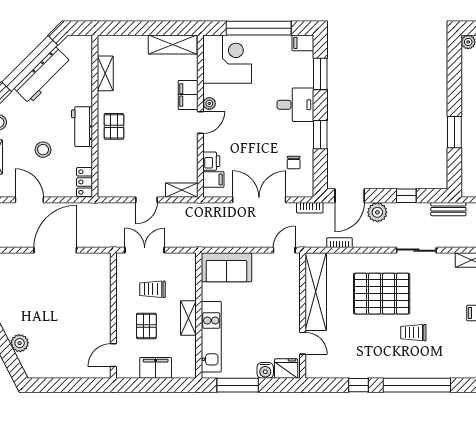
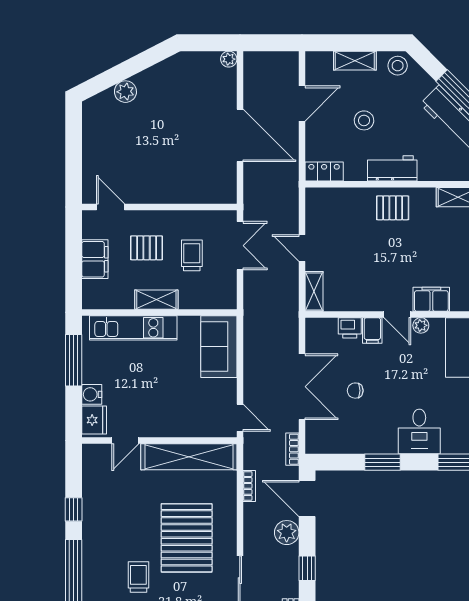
chair: (294, 163) -> (355, 391), moved
filing cabinet: (213, 179) -> (372, 330), moved

